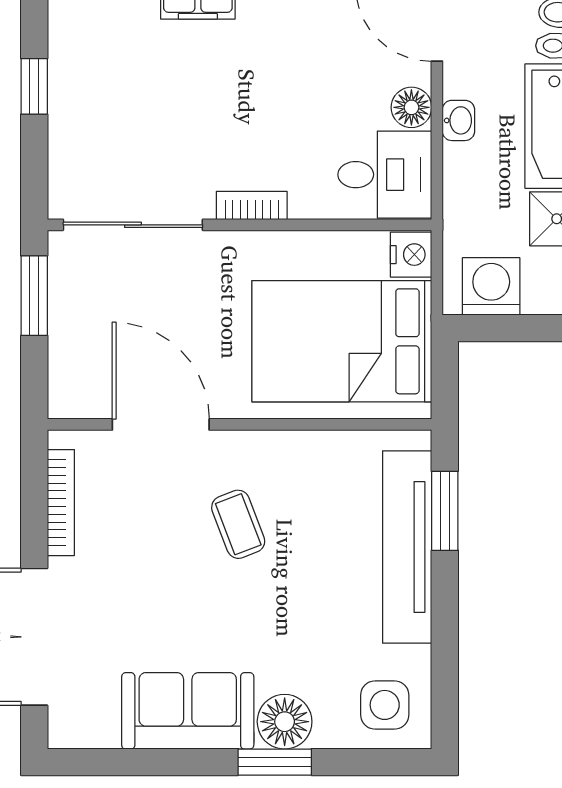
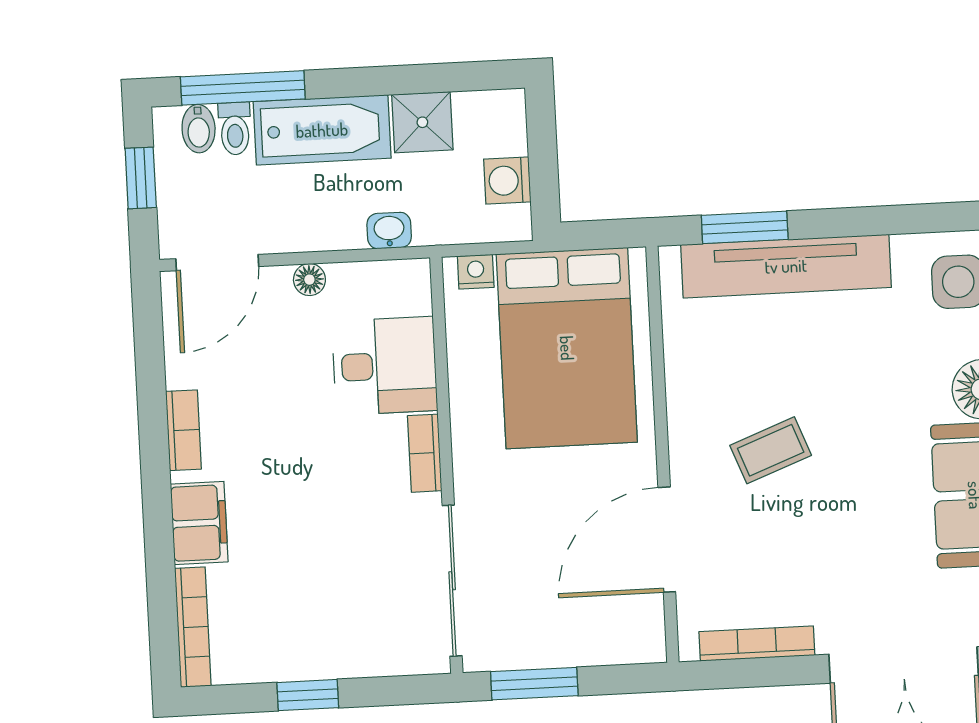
floor lamp: (411, 107) -> (309, 280), width x0.73, depth x0.73
washbasin: (458, 120) -> (389, 231), moved
desk: (385, 175) -> (385, 366), moved, turned 90
nightstand: (411, 255) -> (476, 272), width x0.72, depth x0.74
washing machine: (491, 286) -> (507, 180), width x0.73, depth x0.73

